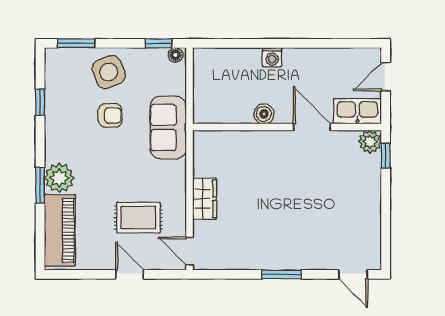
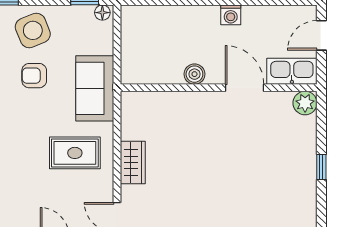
washing machine: (272, 57) -> (231, 15), moved
armchair: (110, 115) -> (34, 76), turned 180
window: (386, 155) -> (321, 167), moved
rug: (138, 218) -> (75, 153), moved

